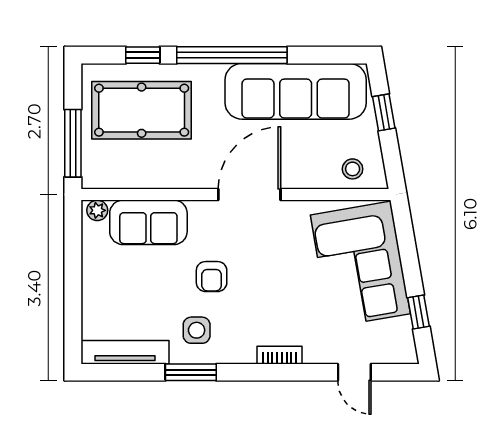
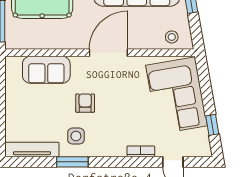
plant: (97, 210) -> (15, 62), removed
armchair: (212, 277) -> (85, 103), turned 180
bookcase: (279, 355) -> (141, 151), moved

